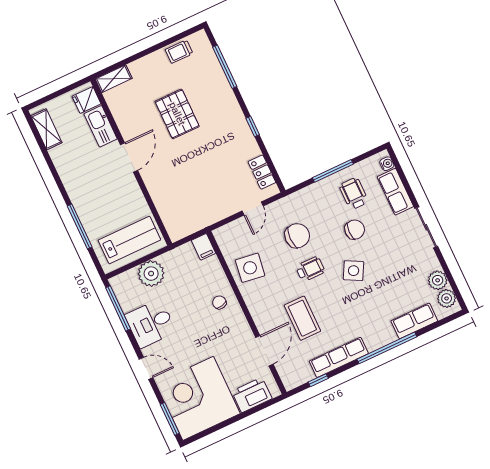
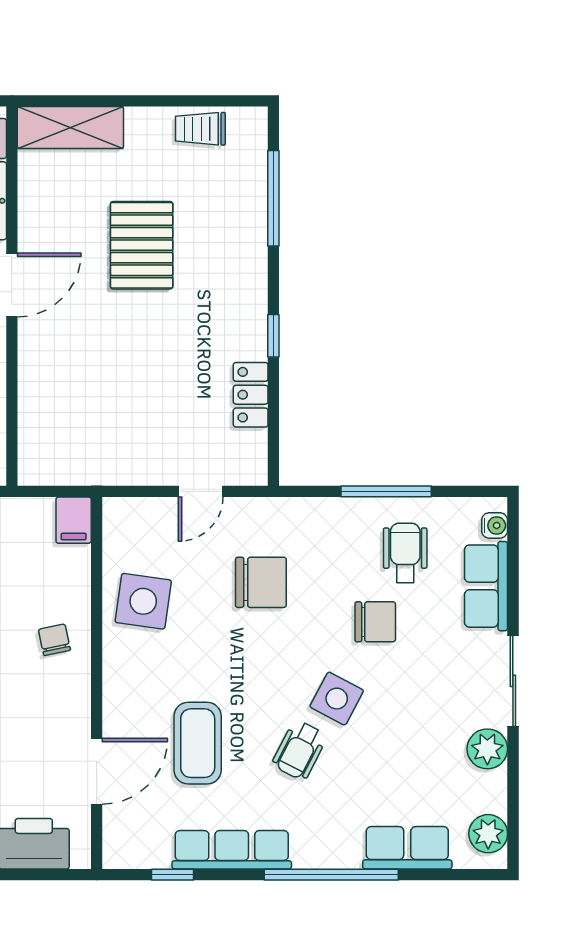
shelving: (114, 79) -> (70, 128), width x1.50, depth x1.33
locker: (262, 172) -> (251, 395), moved
wheelchair: (310, 269) -> (299, 750), moved, turned 117
plant: (438, 280) -> (487, 749), moved

